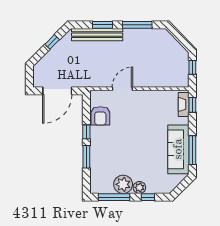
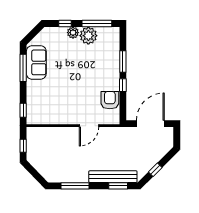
window: (103, 25) -> (118, 186), moved
fireplace: (184, 104) -> (31, 111), removed
sofa: (178, 149) -> (36, 62), width x0.73

